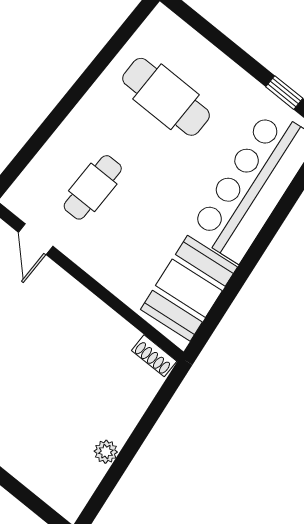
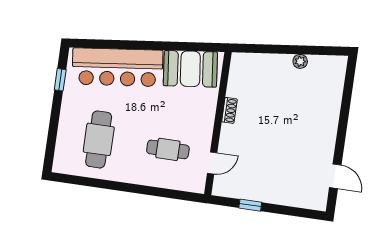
shoe rack: (154, 356) -> (229, 110), moved

